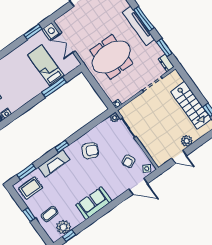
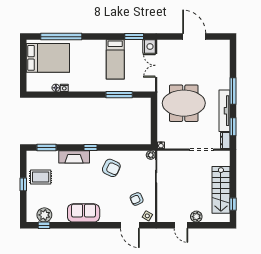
tv unit: (139, 26) -> (224, 111), moved
bed: (46, 66) -> (115, 59), moved, turned 180
rug: (31, 188) -> (41, 177), moved
coffee table: (50, 214) -> (41, 196), removed

